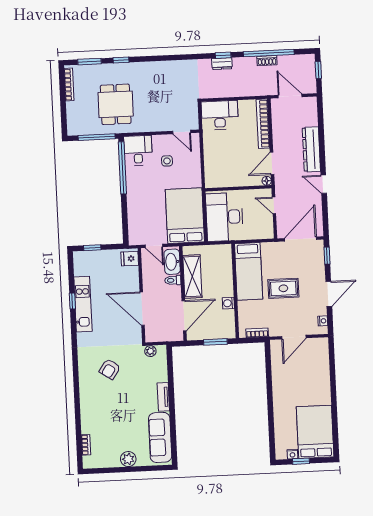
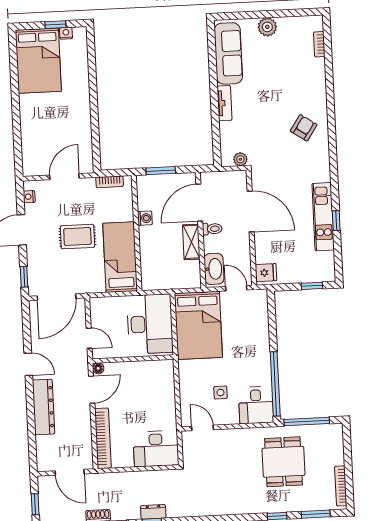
shelving: (192, 277) -> (191, 242), width x0.67, depth x0.75
toilet: (173, 280) -> (212, 229), moved
armchair: (110, 369) -> (304, 128), moved

